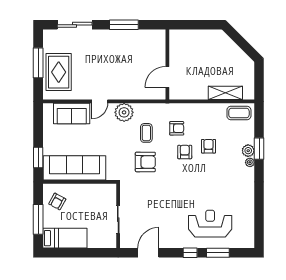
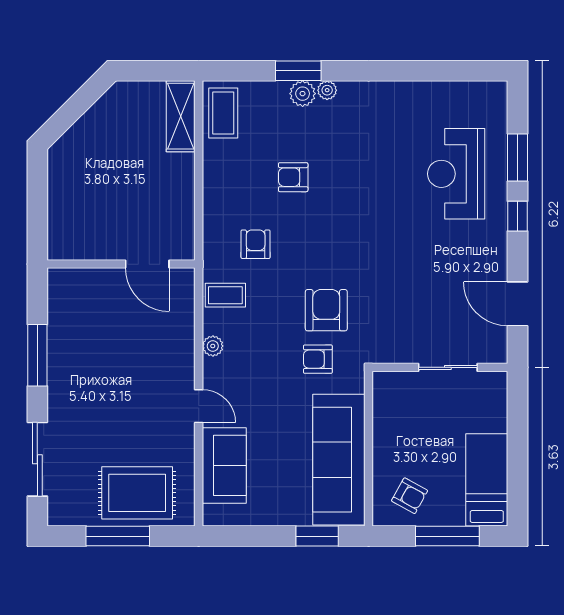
shelving: (225, 93) -> (181, 116), moved
plant: (124, 112) -> (213, 346), width x0.53, depth x0.53
coffee table: (146, 133) -> (225, 295), moved
armchair: (185, 152) -> (318, 359), moved

